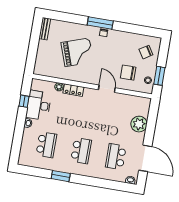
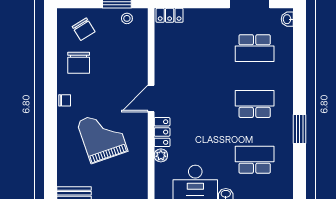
window: (100, 23) -> (50, 108), removed
chair: (128, 73) -> (79, 63), moved
door: (107, 89) -> (151, 98), moved
locker: (145, 107) -> (170, 15), added
plant: (139, 124) -> (198, 21), removed

